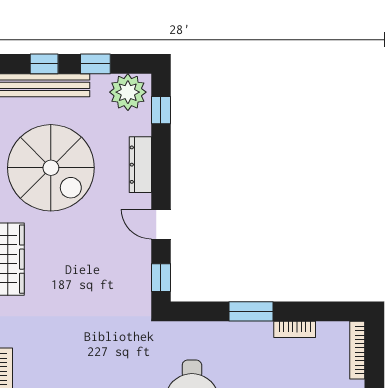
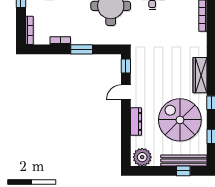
window: (95, 64) -> (158, 171), removed
window: (161, 110) -> (126, 148), removed
door: (161, 224) -> (126, 92), swing flipped

